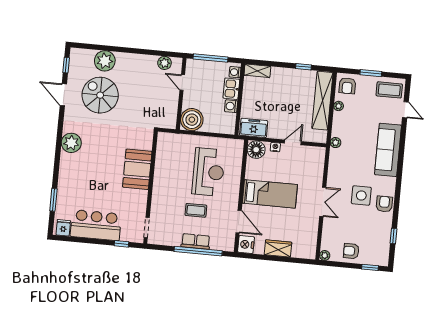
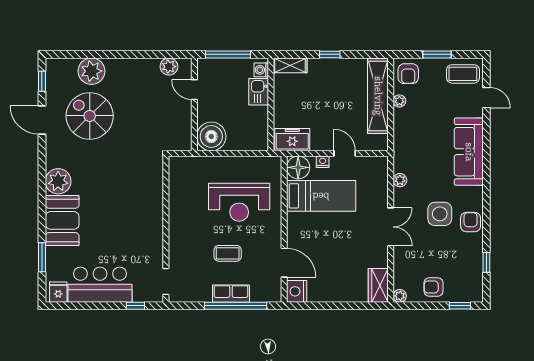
window: (303, 67) -> (330, 54), moved
washing machine: (231, 106) -> (260, 114), removed
door: (293, 142) -> (345, 153), hinge flipped
plant: (336, 143) -> (400, 180), moved
booth: (137, 169) -> (62, 220), moved
reception desk: (208, 172) -> (239, 202), turned 90
bed: (270, 194) -> (321, 196), moved
wardrobe: (278, 248) -> (378, 285), moved, turned -90

